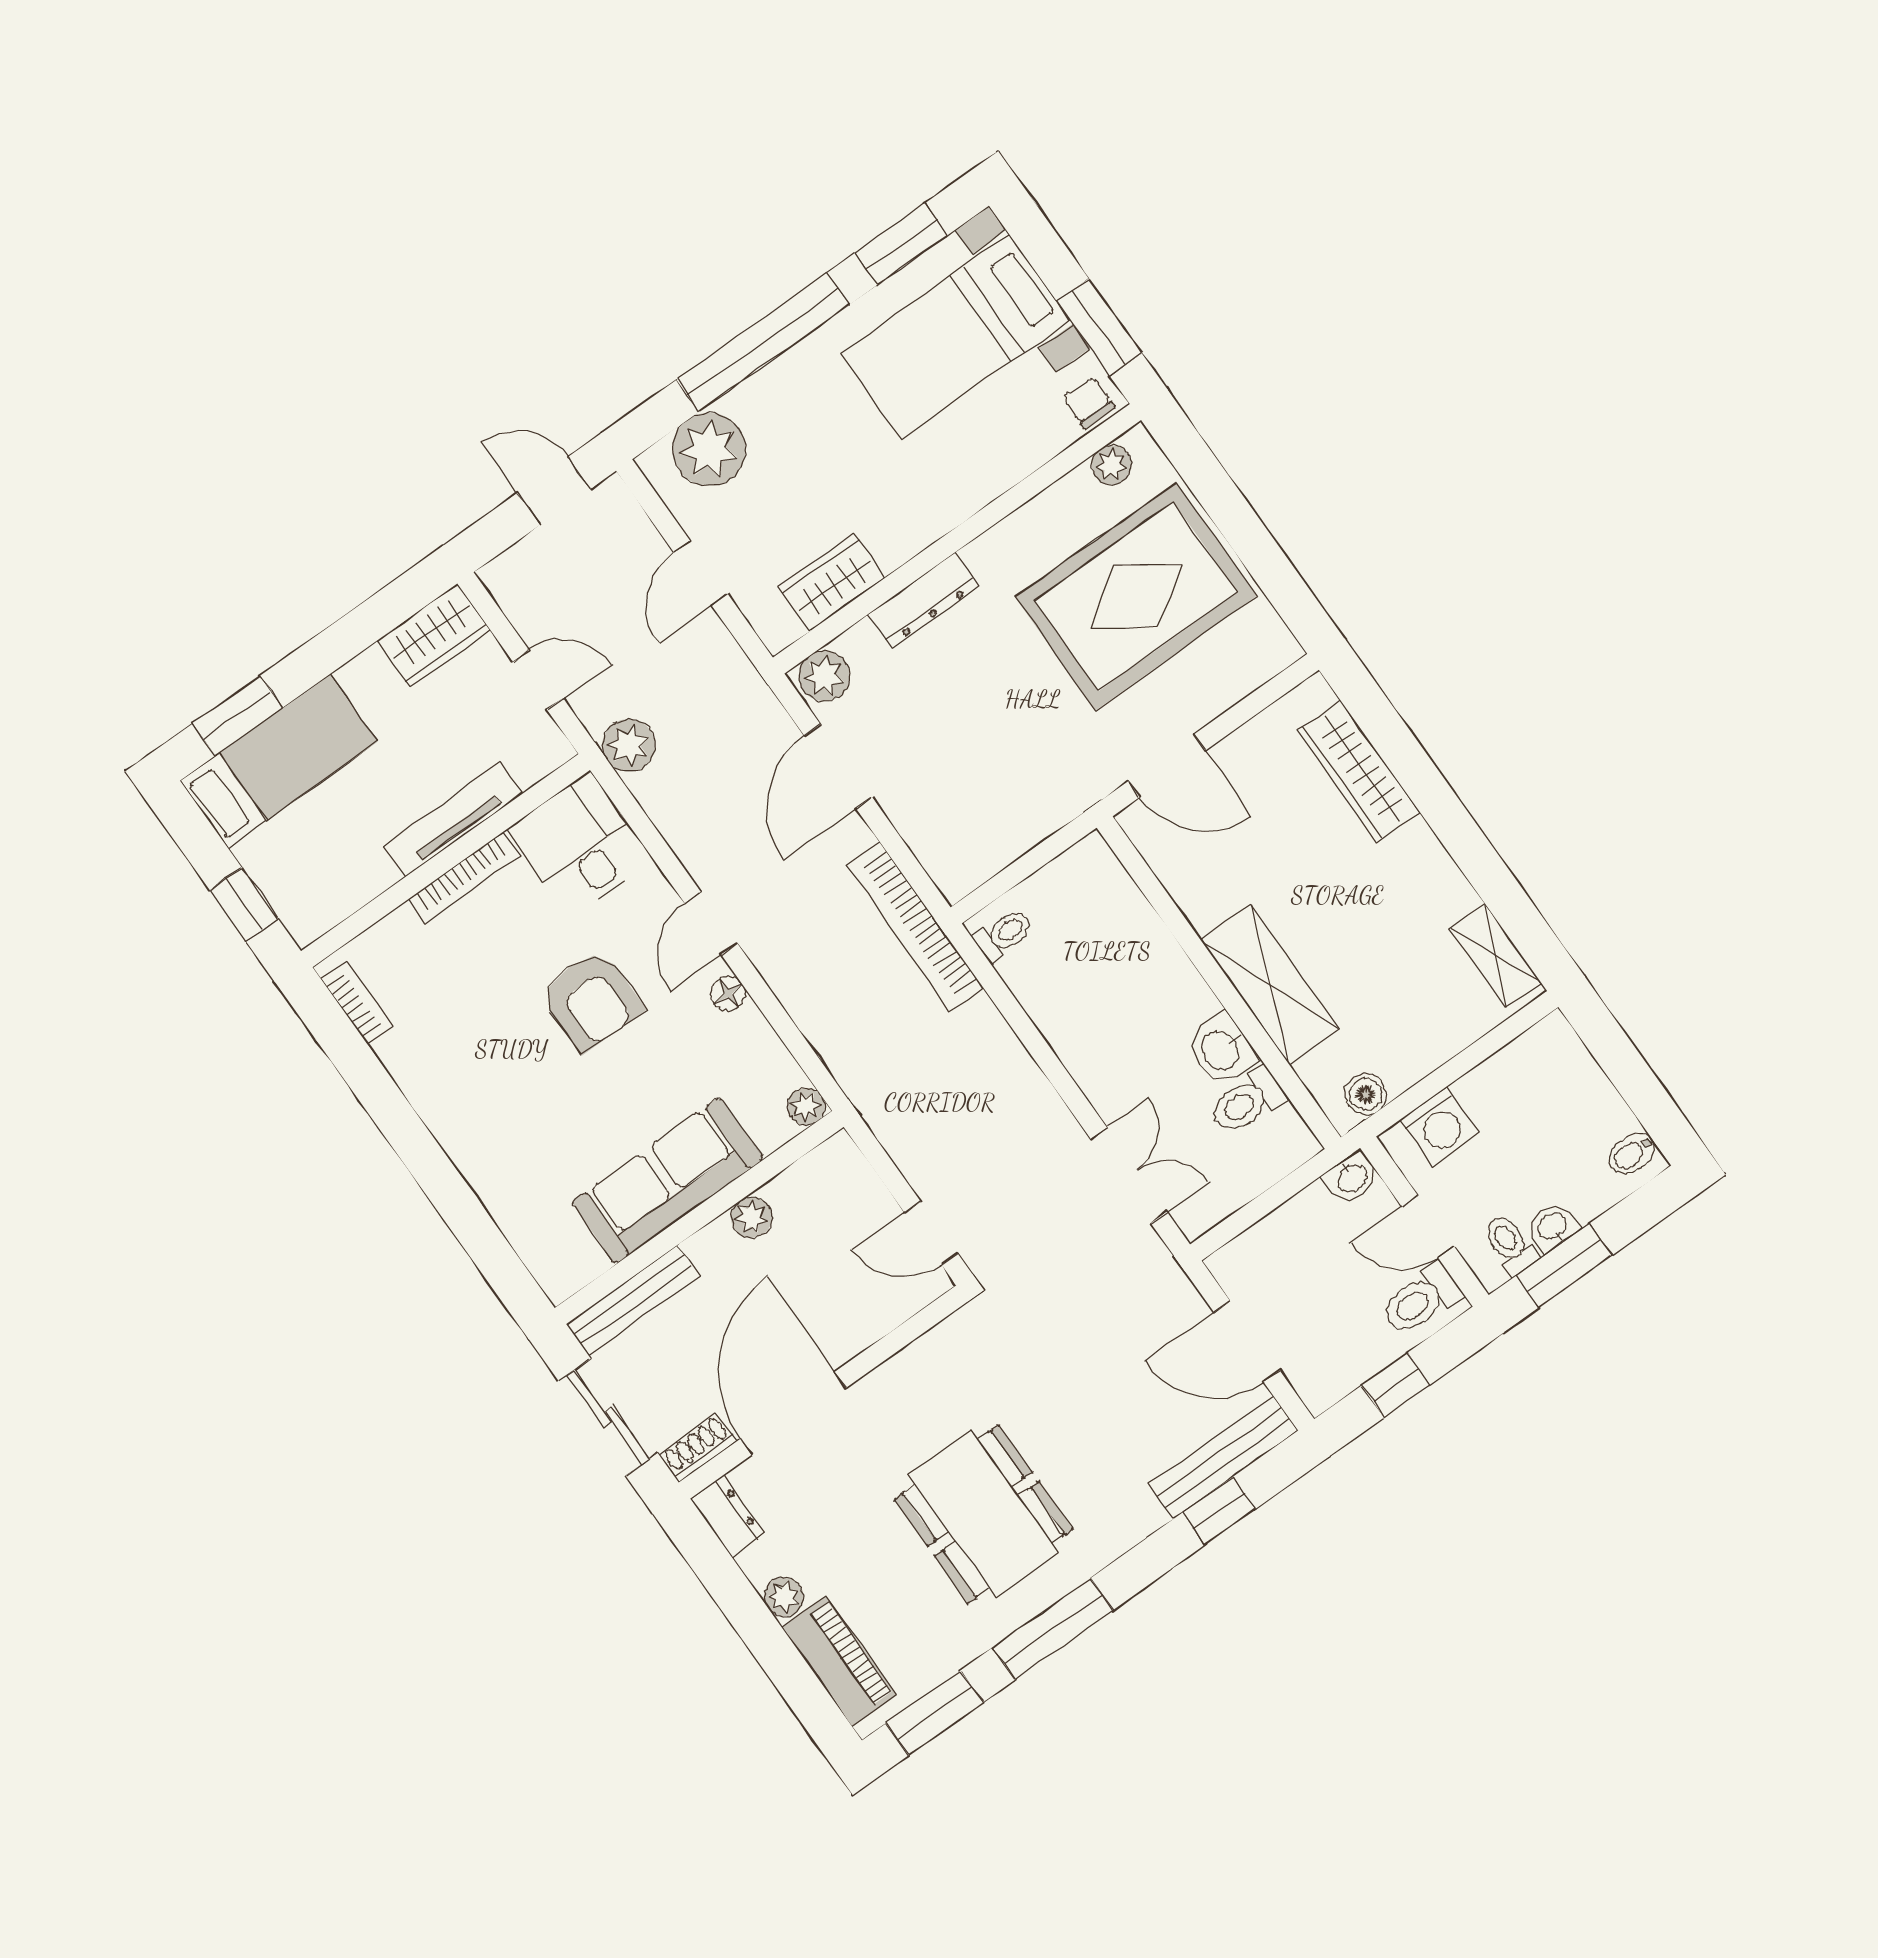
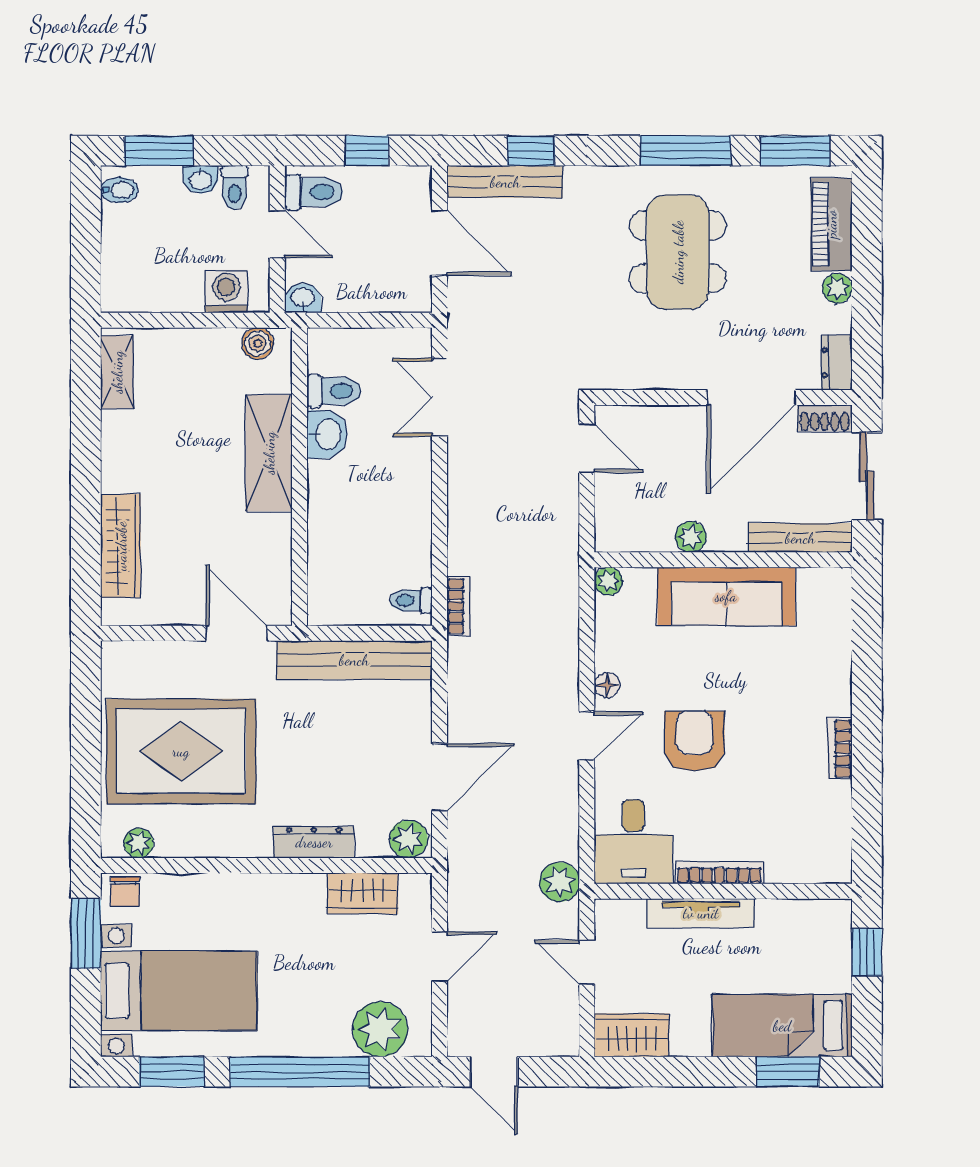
bench: (1019, 827) -> (354, 660), added
bookcase: (915, 926) -> (459, 606), width x0.43, depth x0.76
bookcase: (357, 1002) -> (840, 749), moved
window: (1564, 1266) -> (159, 151), moved

